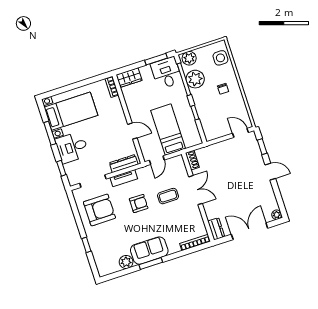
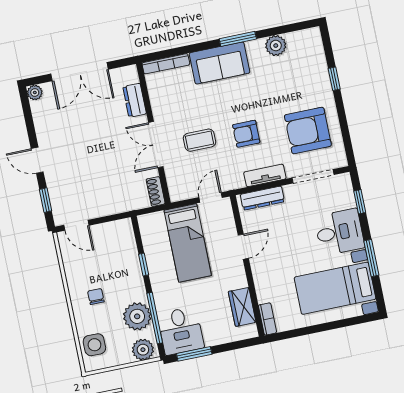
wardrobe: (129, 78) -> (242, 307), moved, turned -90
door: (132, 131) -> (243, 247), swing flipped
dresser: (216, 229) -> (135, 100), moved
sofa: (149, 251) -> (220, 63), moved

